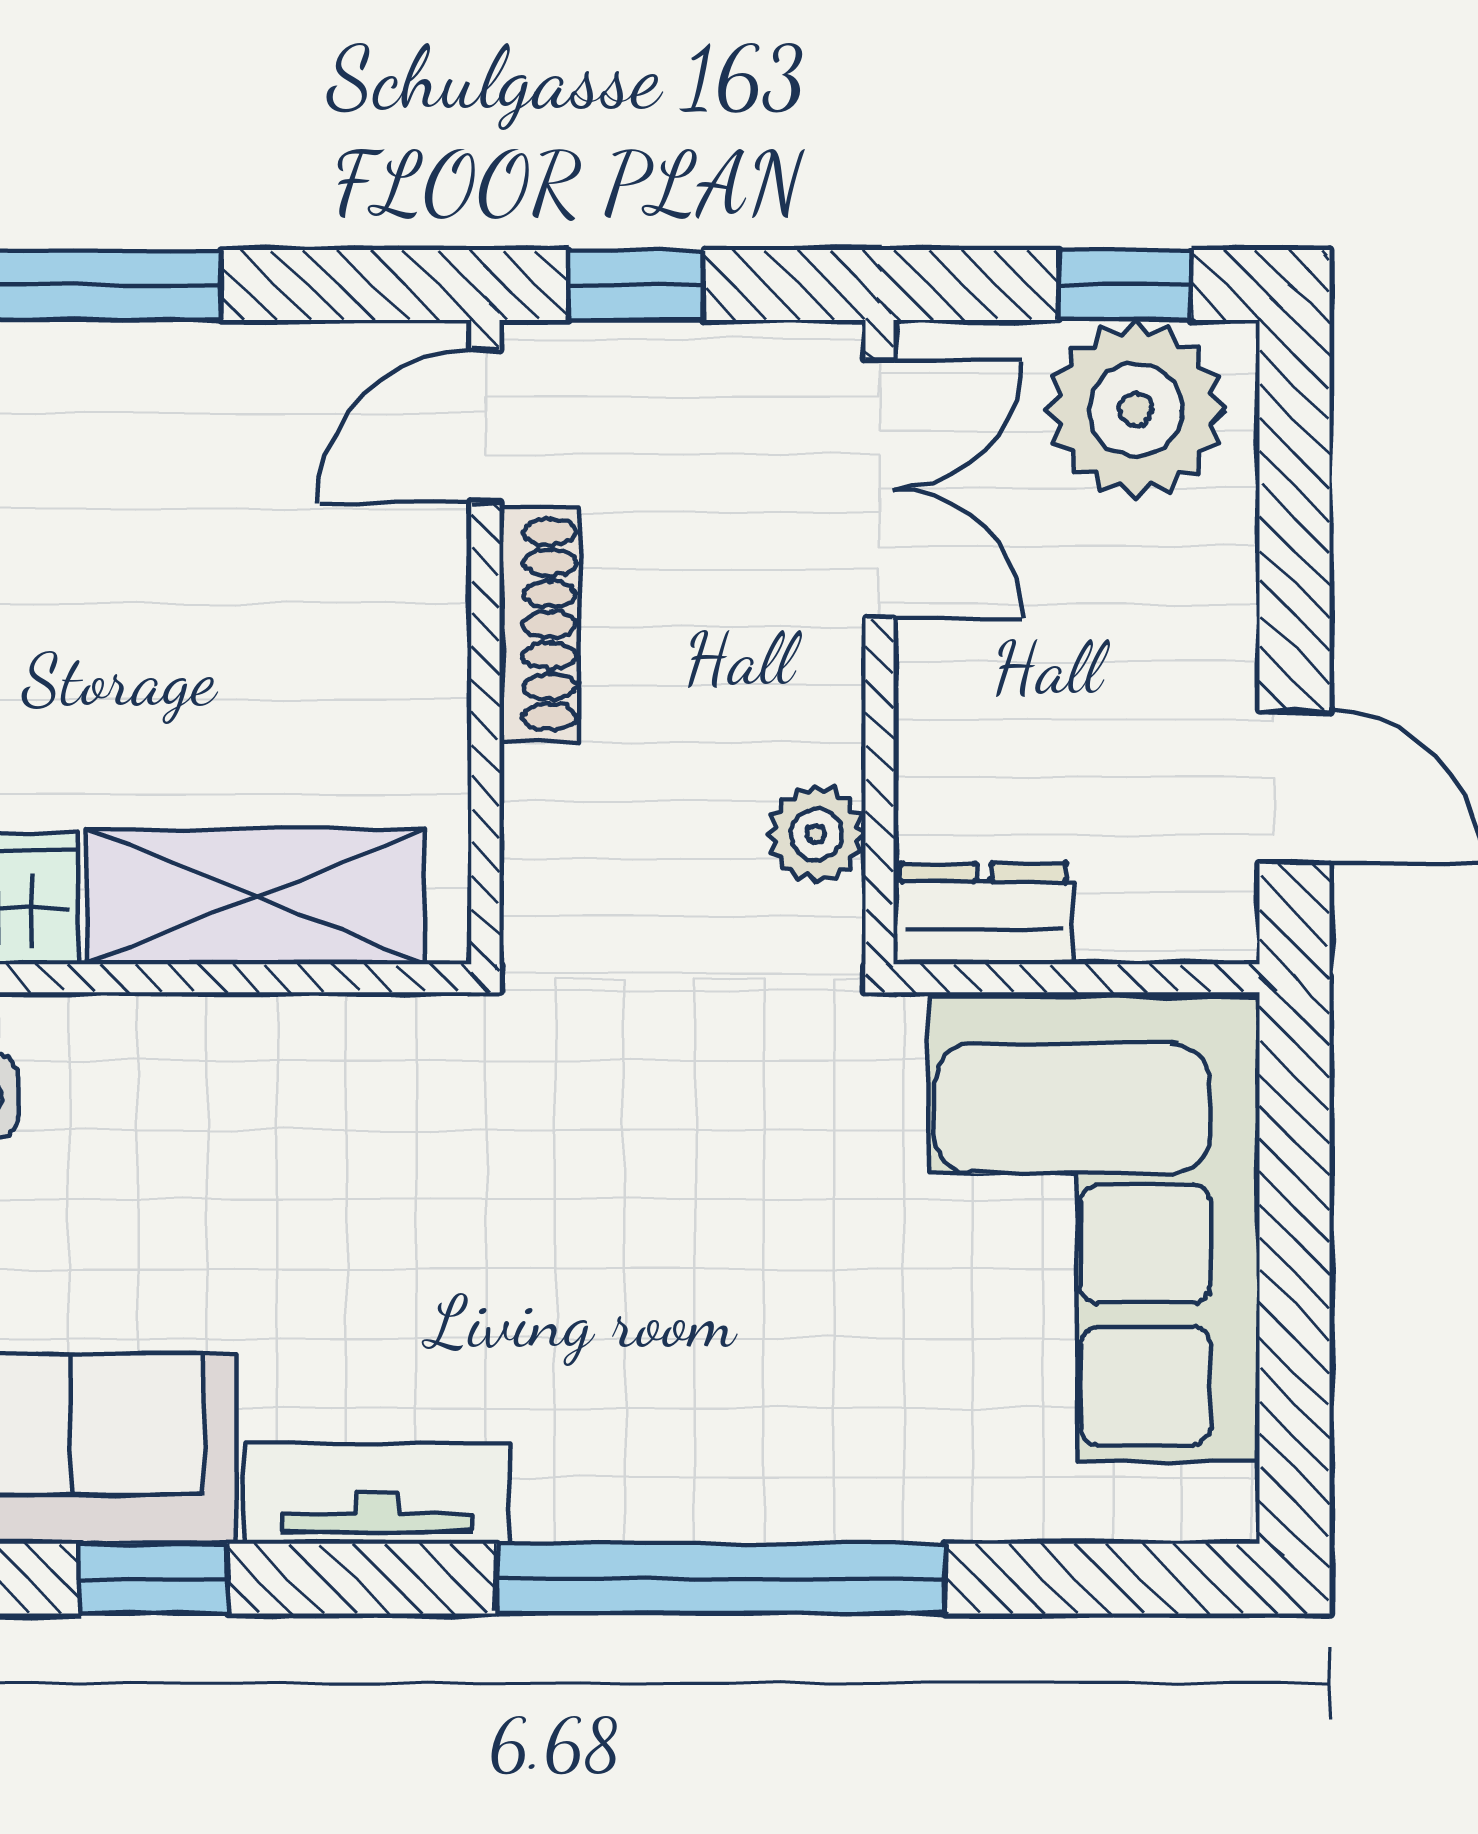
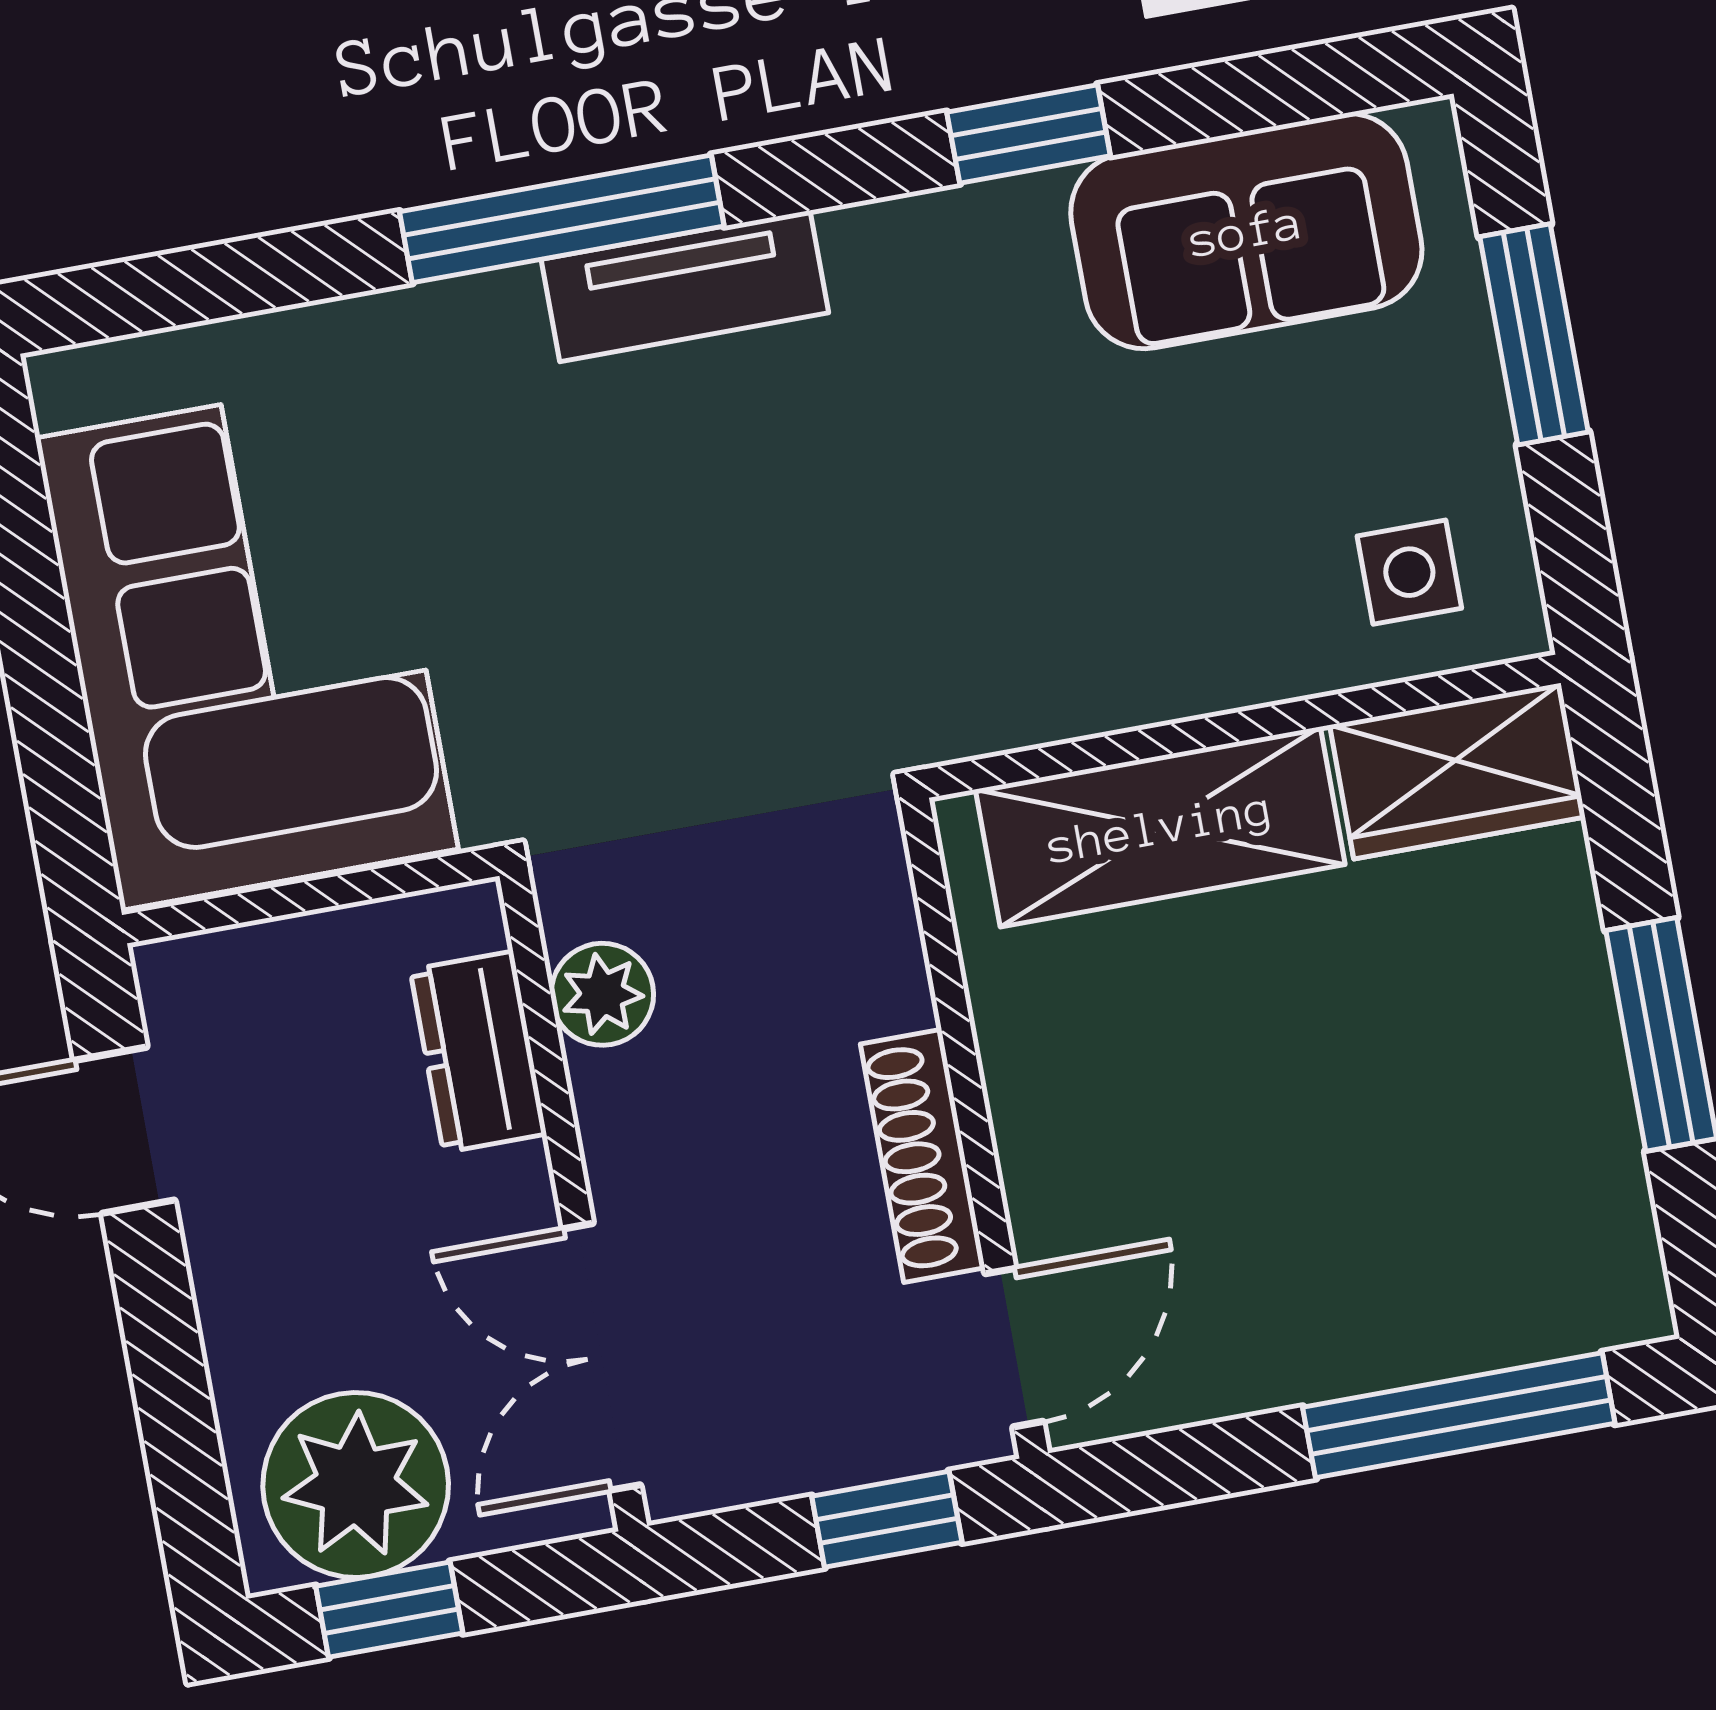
dresser: (984, 914) -> (478, 1052), moved, turned 90
tv unit: (377, 1493) -> (685, 286), moved
window: (154, 1579) -> (1029, 134), moved
window: (721, 1579) -> (562, 219), width x0.68

